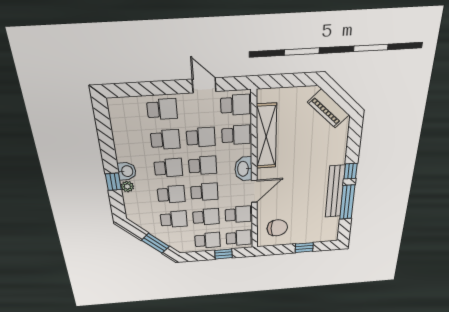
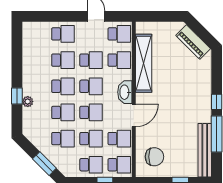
washbasin: (127, 171) -> (29, 87), removed
bench: (335, 192) -> (205, 150), moved

